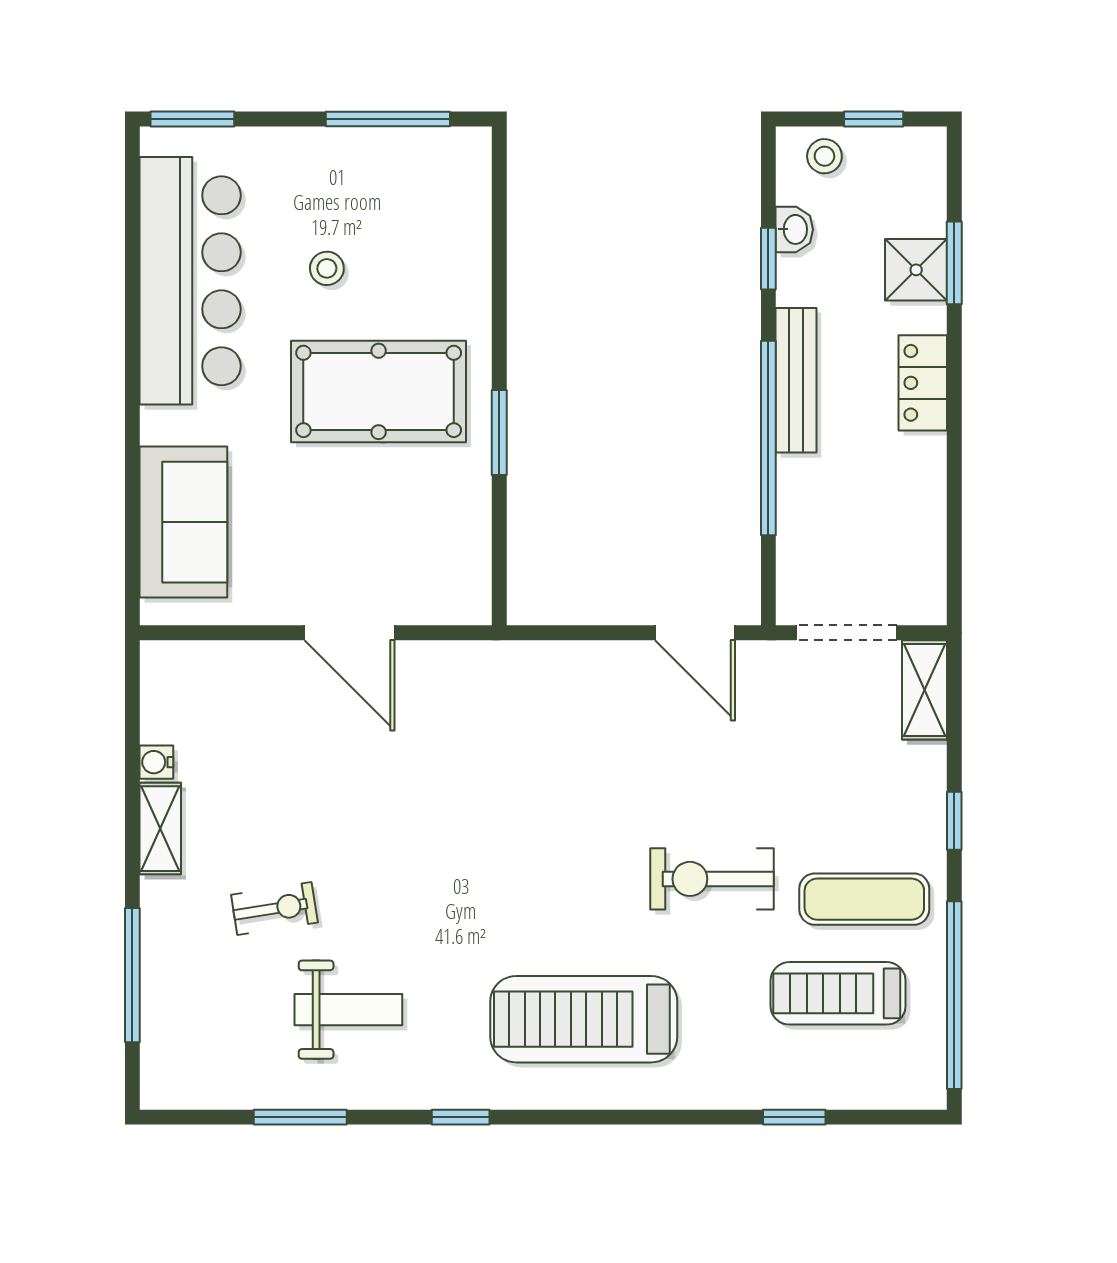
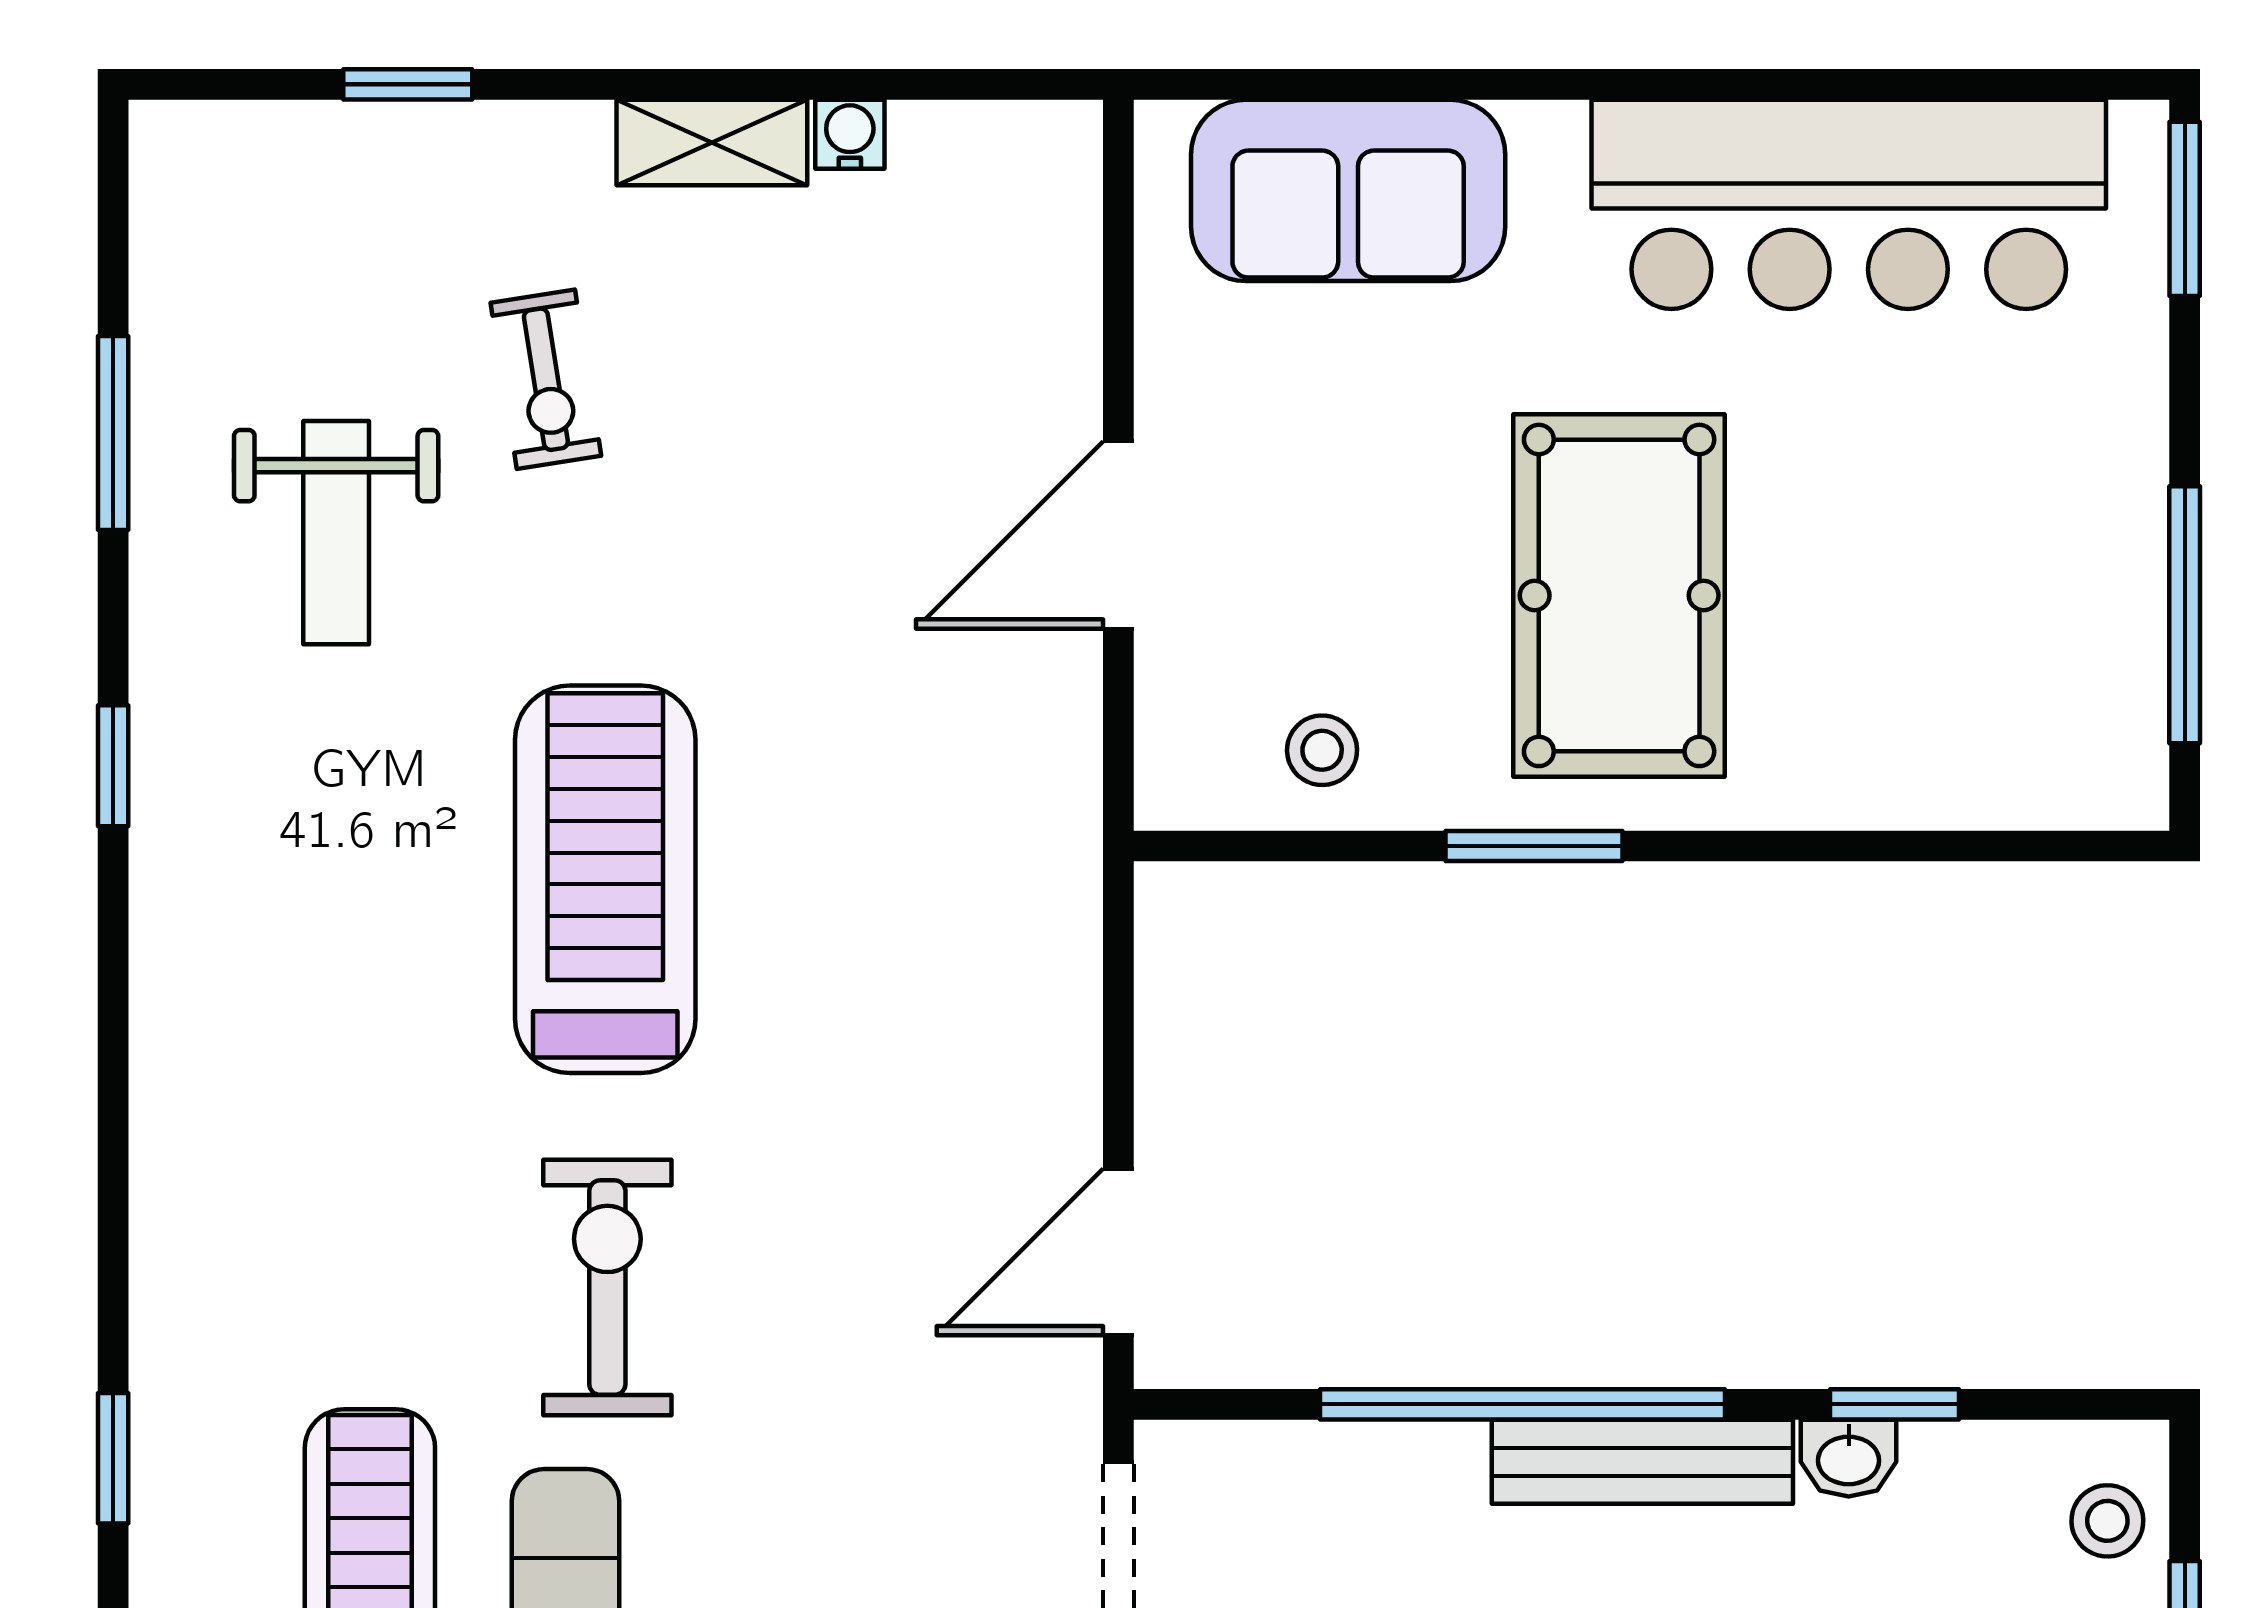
washbasin: (794, 229) -> (1849, 1458), moved
stool: (327, 268) -> (1322, 750), moved
window: (132, 975) -> (408, 84), width x0.46
treadmill: (584, 1019) -> (605, 879), moved

